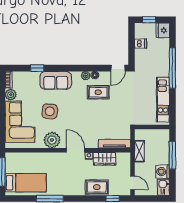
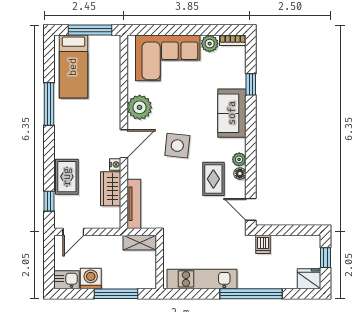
dishwasher: (141, 44) -> (263, 244), moved
side table: (50, 111) -> (177, 146), moved
shelving: (139, 151) -> (140, 243), moved

